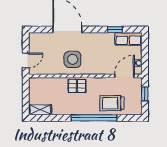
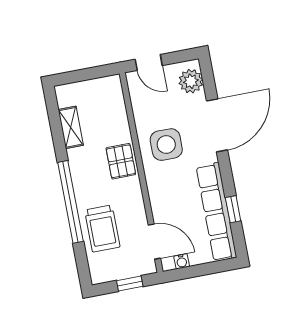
plant: (40, 39) -> (191, 81), added
row of seats: (128, 39) -> (216, 212), width x2.02
trolley: (112, 103) -> (102, 228), turned 180
shelving: (40, 110) -> (71, 127), moved

